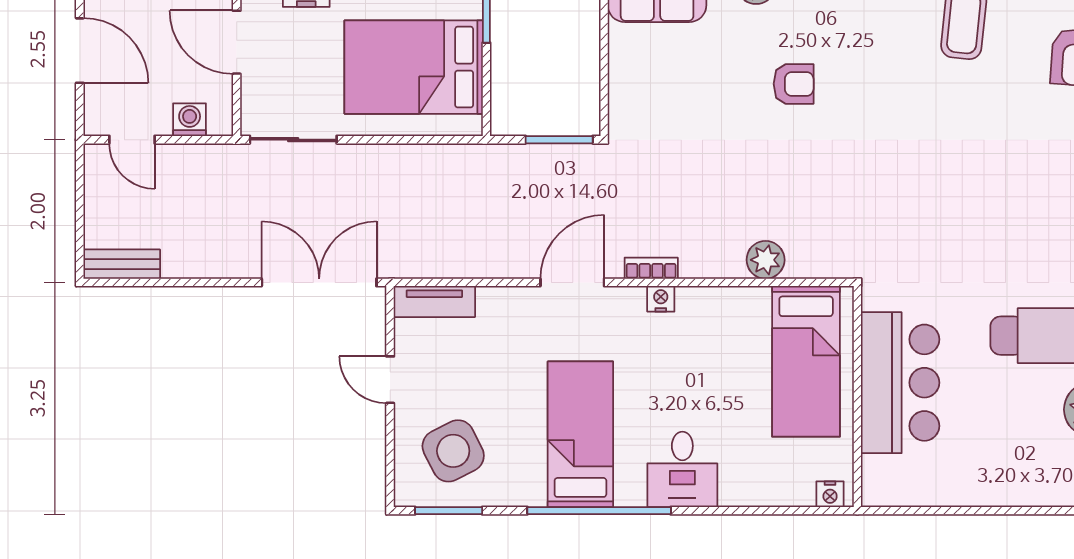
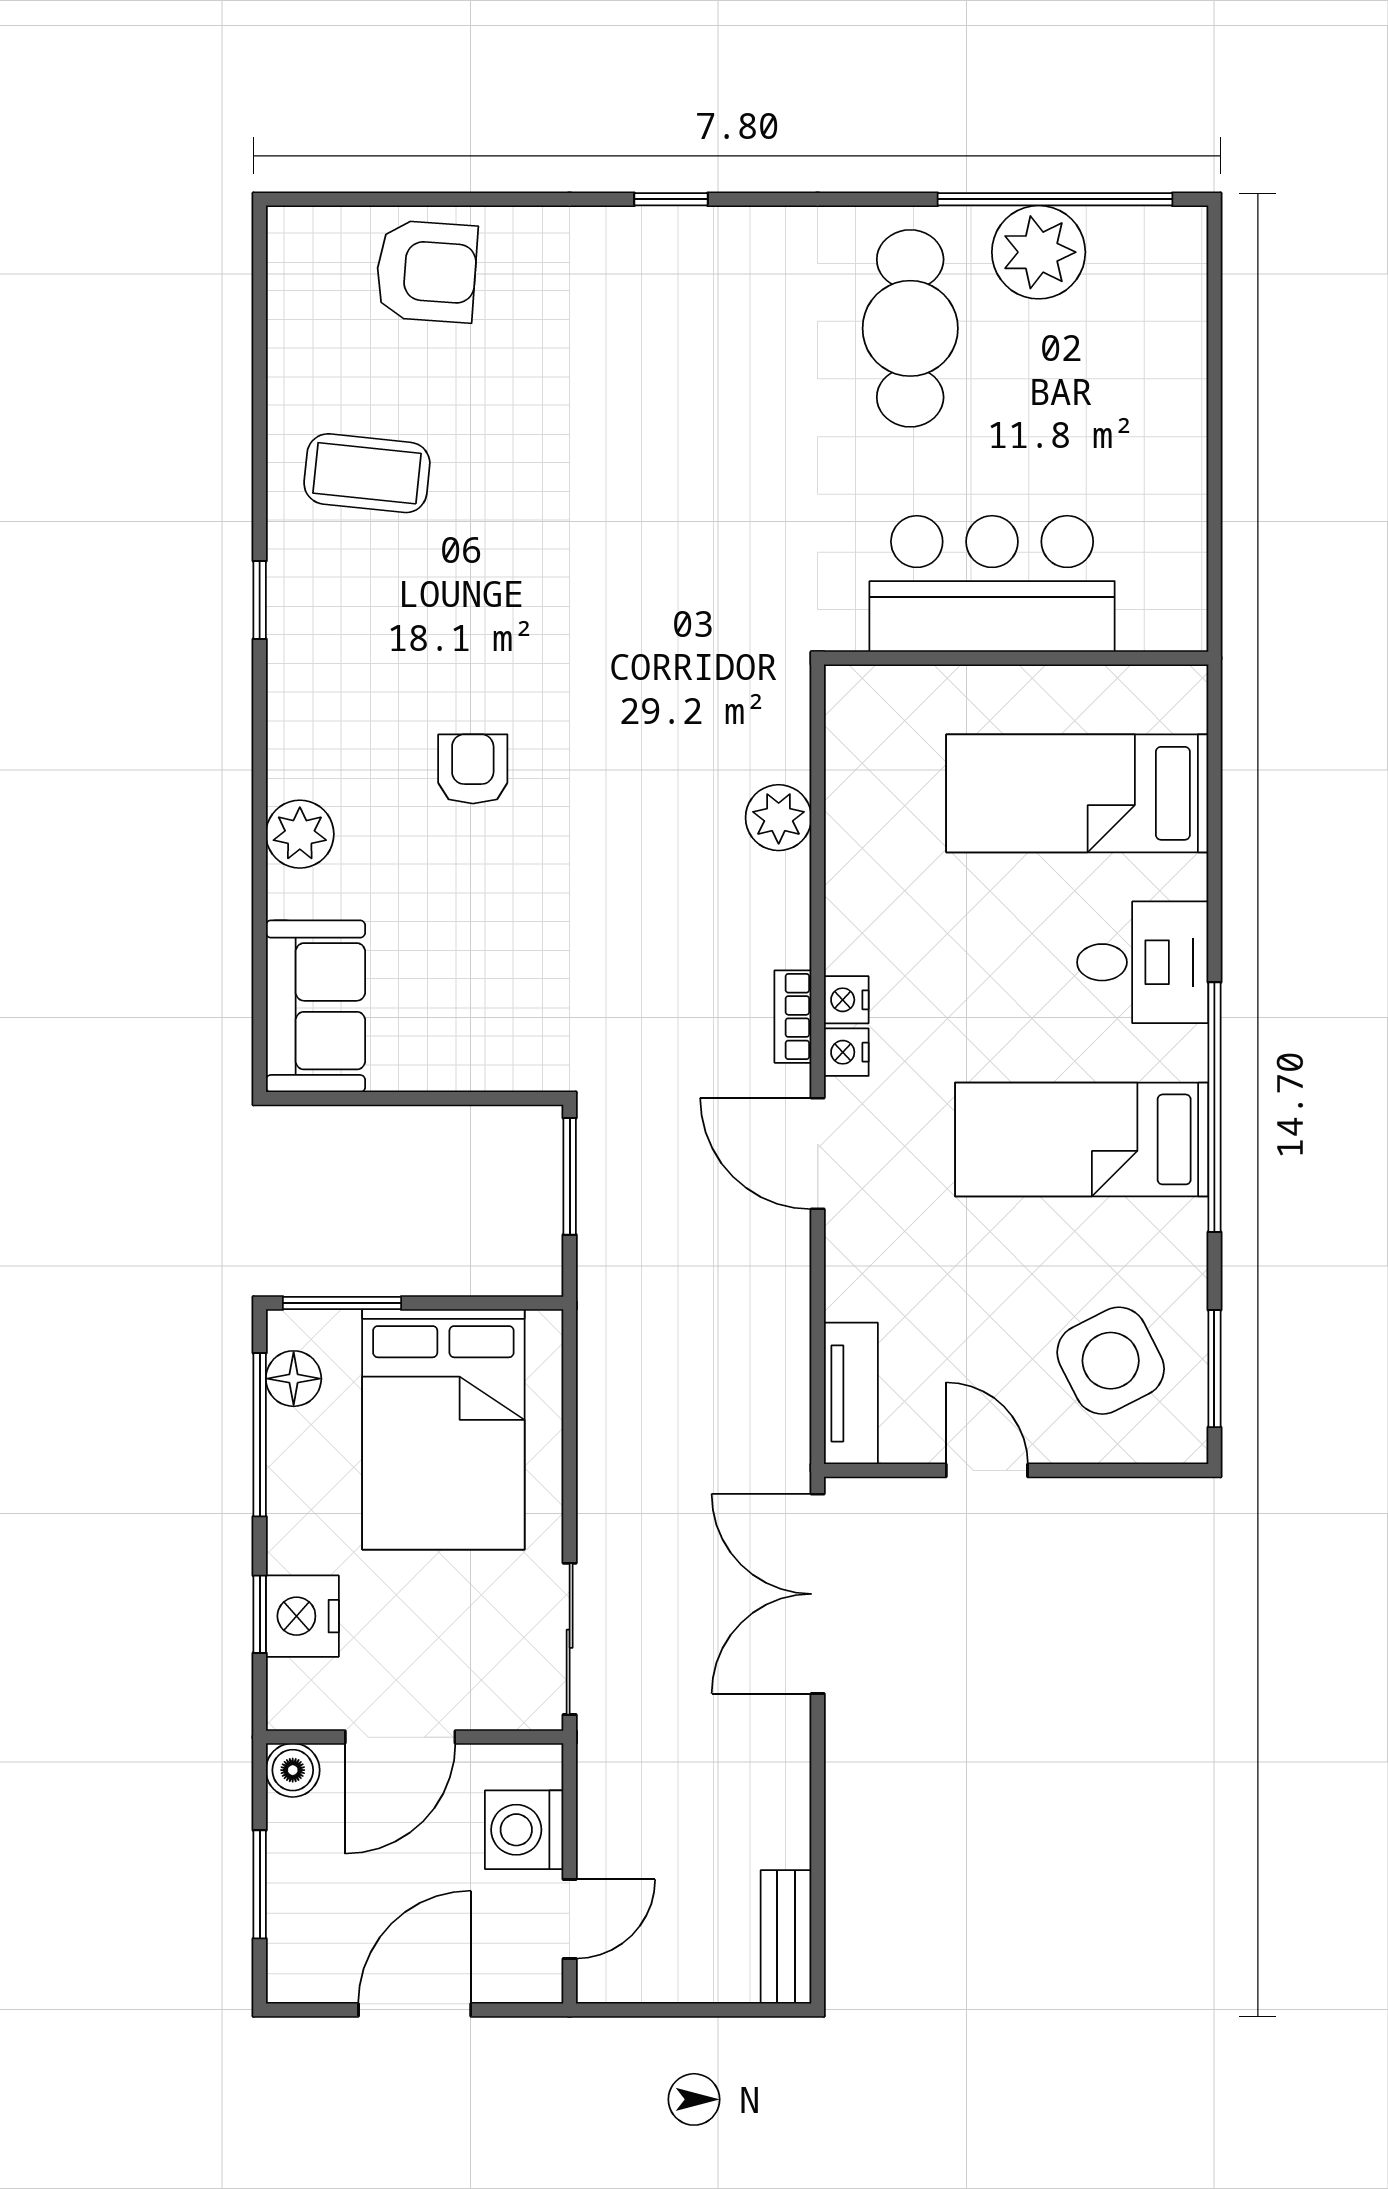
washing machine: (190, 120) -> (524, 1830), width x1.38, depth x1.38
bed: (806, 361) -> (1077, 793), moved, turned 180
door: (390, 380) -> (987, 1470), swing flipped
nightstand: (830, 494) -> (846, 1052), moved, turned 180

